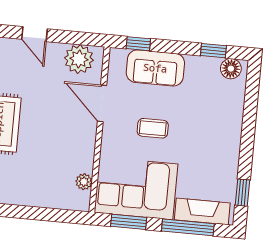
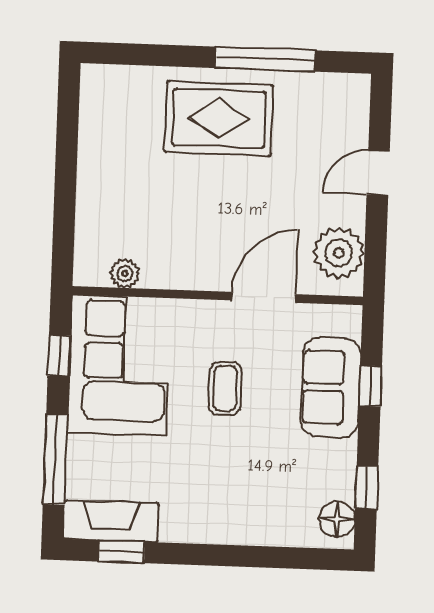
window: (138, 44) -> (370, 386), moved
fireplace: (202, 211) -> (111, 521), moved, turned -90
window: (129, 222) -> (59, 356), width x0.67

